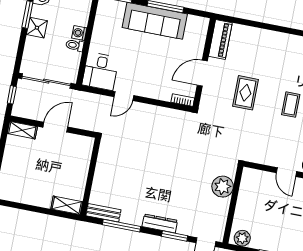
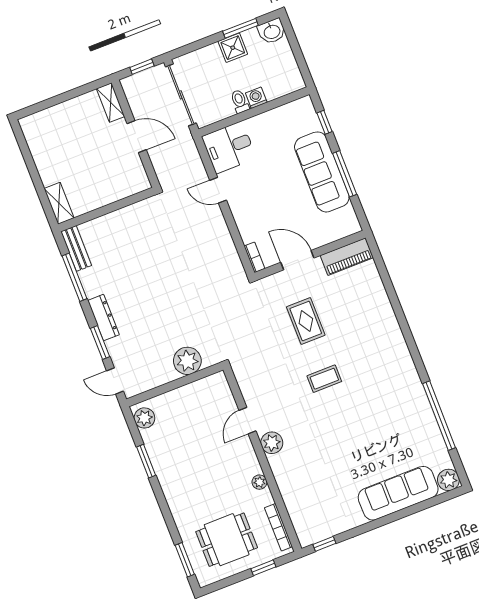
rug: (245, 93) -> (306, 321), turned 90

